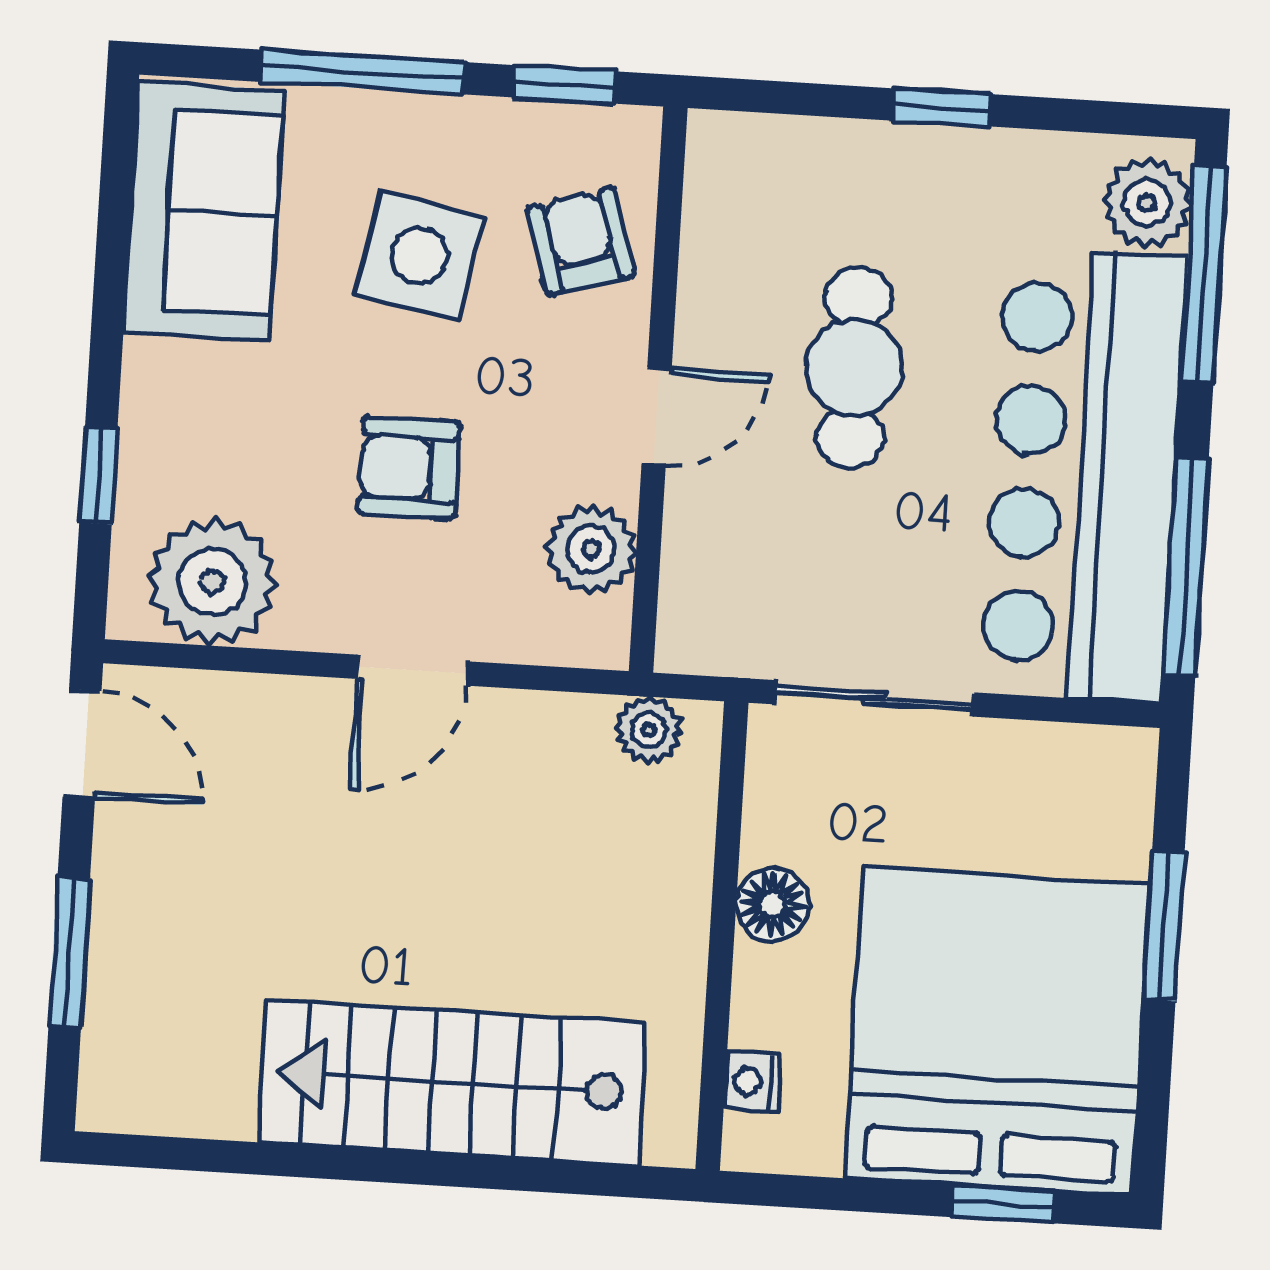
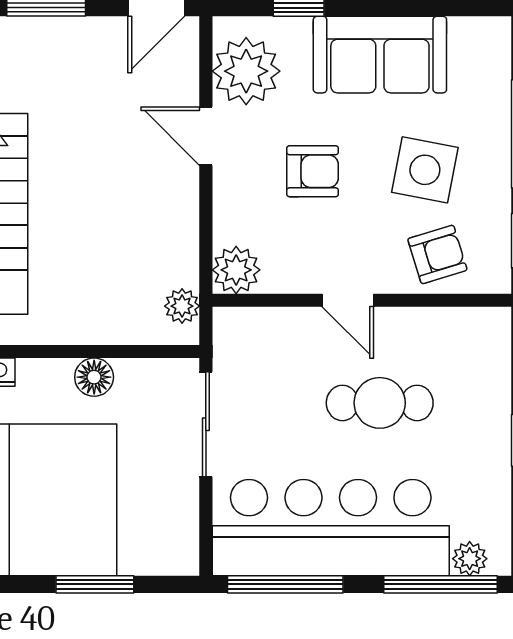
plant: (1147, 203) -> (470, 559), width x0.73, depth x0.73
sofa: (204, 211) -> (380, 55), moved
armchair: (409, 468) -> (313, 171), turned 90
plant: (591, 549) -> (236, 270), moved
door: (412, 670) -> (206, 136), moved

